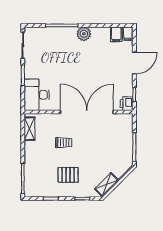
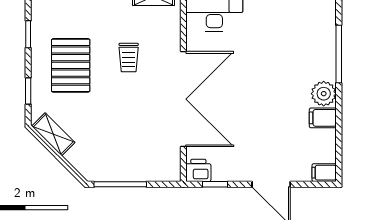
filing cabinet: (116, 34) -> (323, 118), moved
pallet: (68, 175) -> (71, 65), width x1.50, depth x1.42

